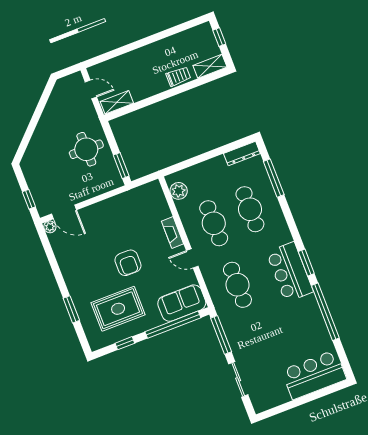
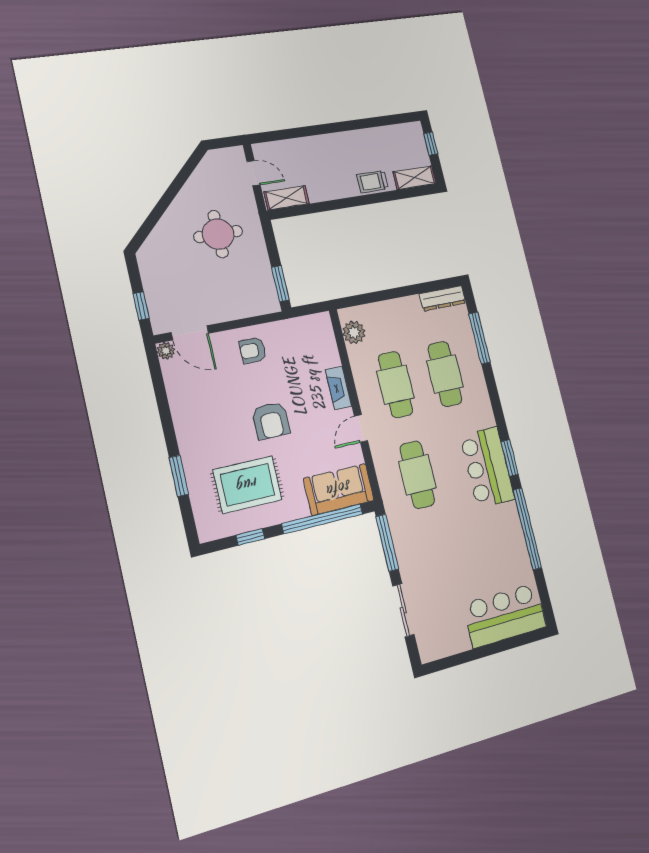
trolley: (178, 76) -> (372, 182), turned 180
round table: (86, 149) -> (218, 234), moved
armchair: (109, 216) -> (253, 350), added
door: (192, 258) -> (361, 428), hinge flipped

